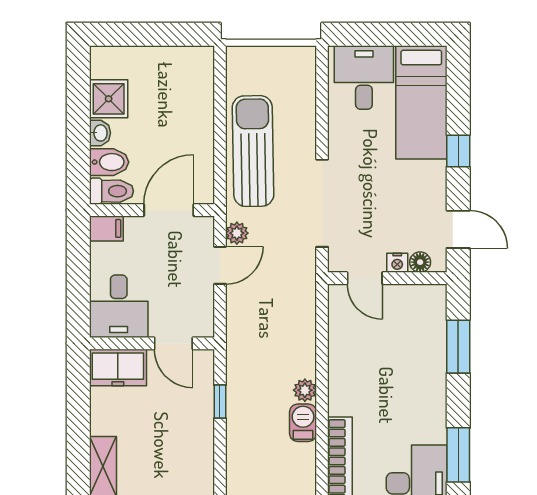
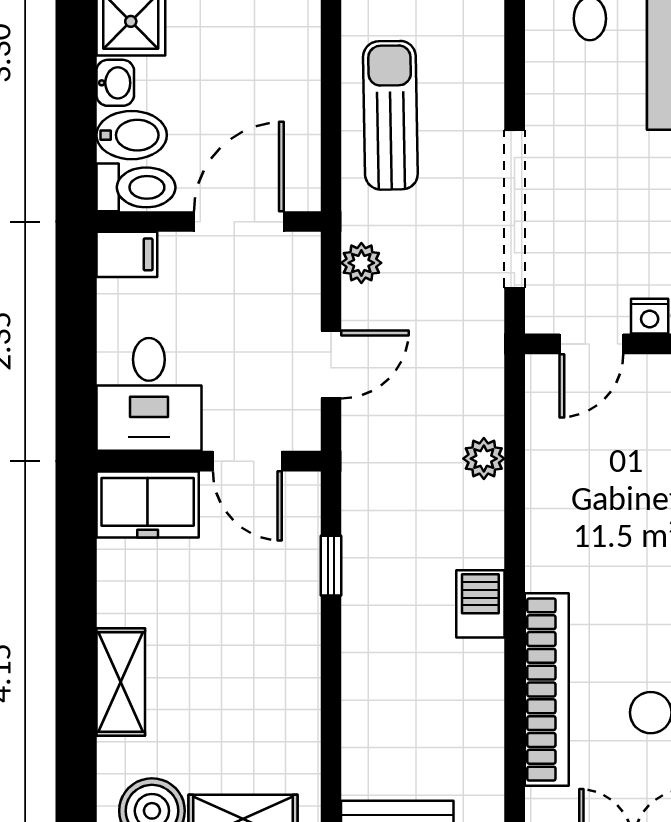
sun lounger: (253, 151) -> (390, 115), width x0.73, depth x0.75
door: (220, 265) -> (331, 364), moved
door: (365, 278) -> (591, 344), hinge flipped
plant: (305, 390) -> (484, 459), moved

